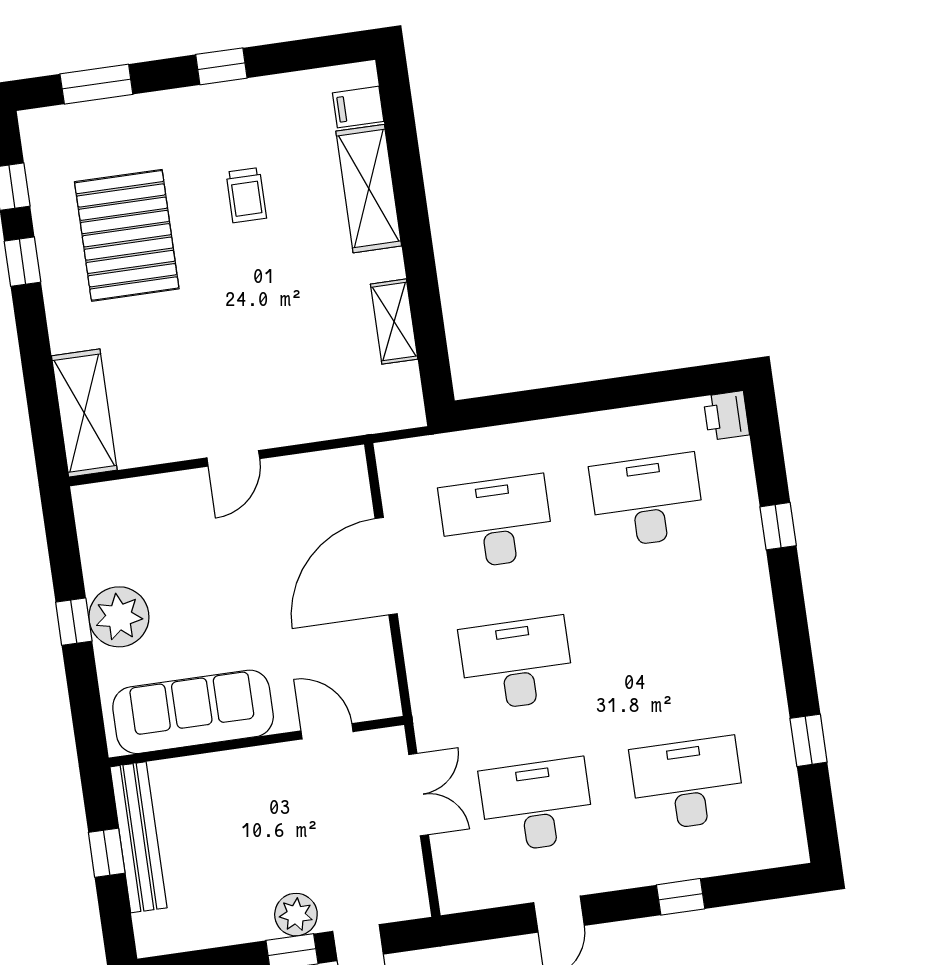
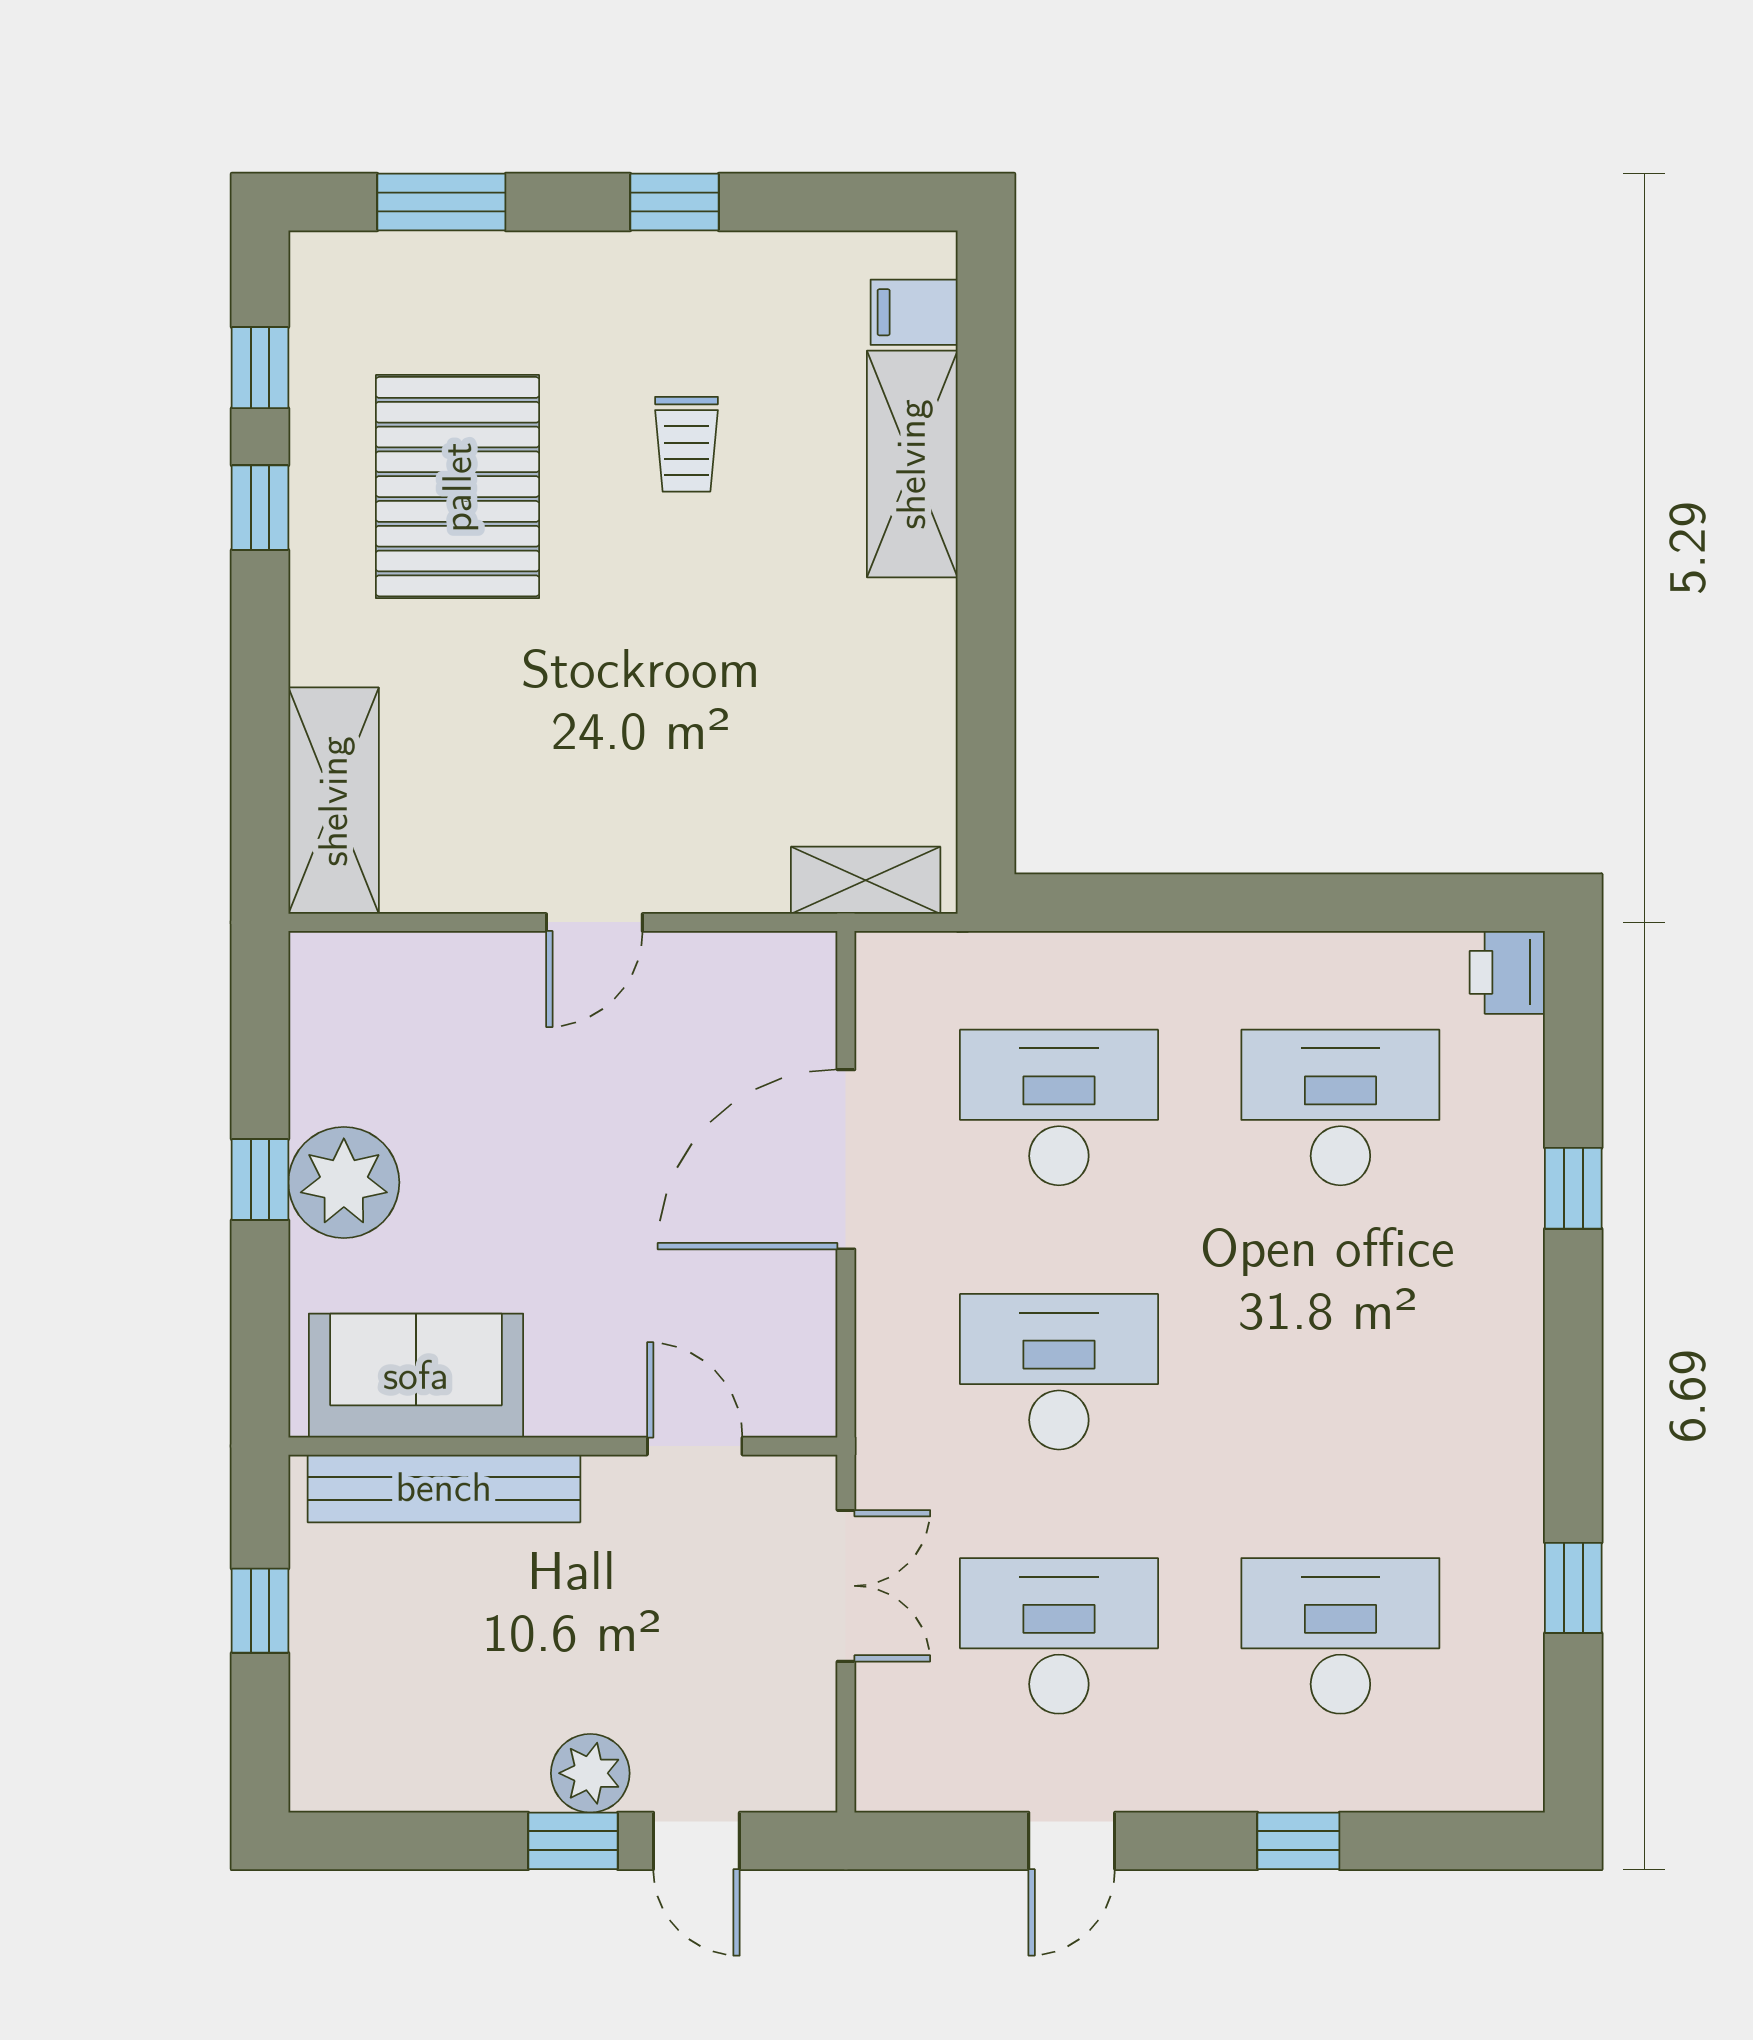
shelving: (394, 322) -> (866, 880), moved, turned 90
sofa: (193, 712) -> (416, 1376), width x0.73
bench: (138, 837) -> (444, 1488), moved, turned 90

